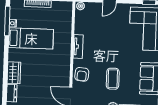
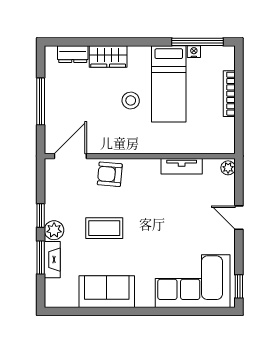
tv unit: (78, 46) -> (182, 166), moved
stool: (40, 61) -> (131, 100), added

